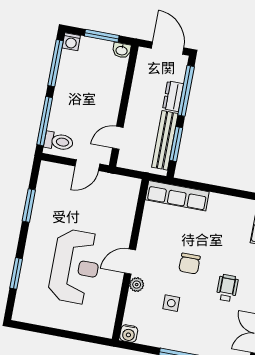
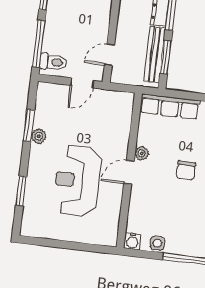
plant: (38, 218) -> (39, 136), added
reception desk: (75, 267) -> (77, 181), turned 180
plant: (137, 285) -> (142, 153), moved
side table: (171, 303) -> (157, 243), moved

